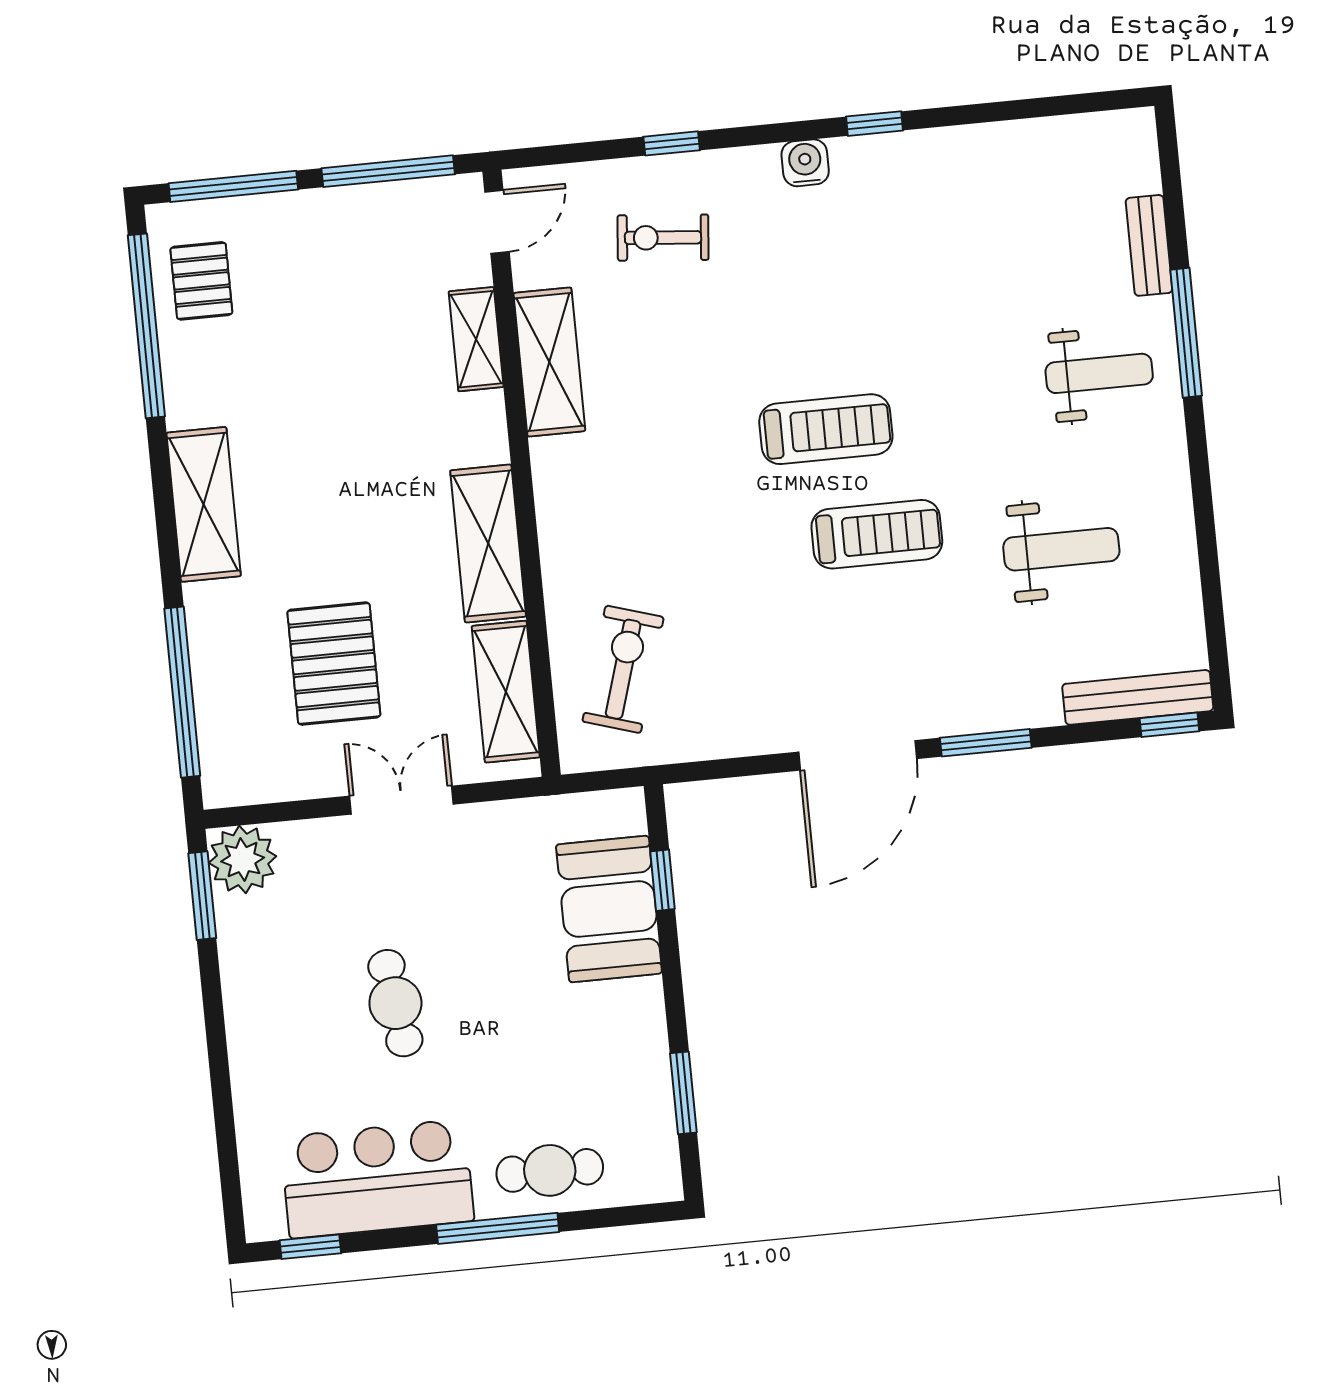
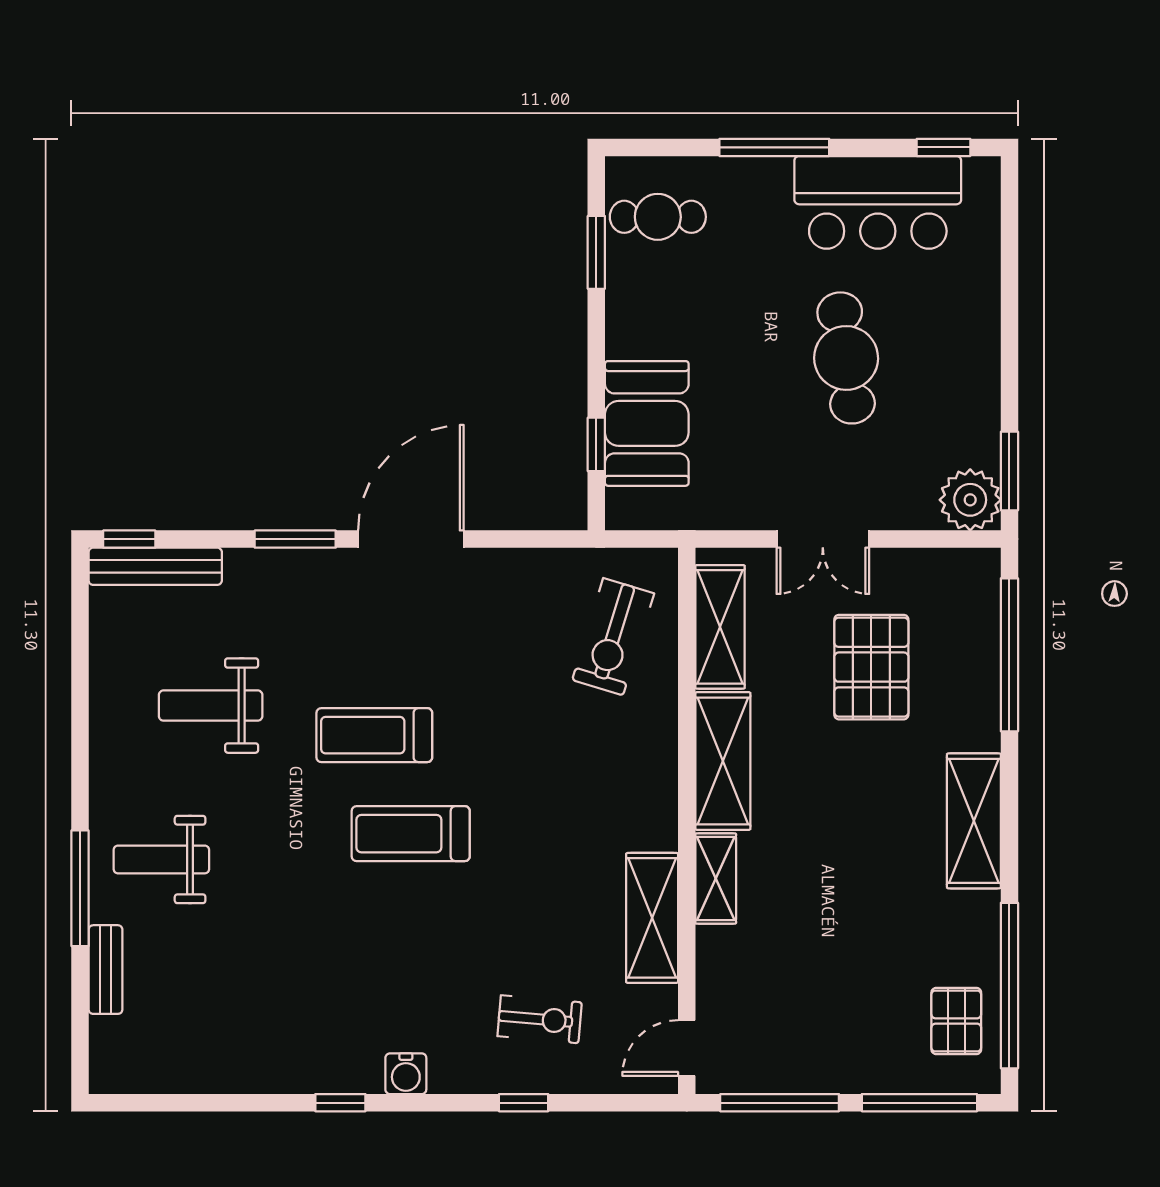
shelving: (476, 339) -> (716, 879), moved
cafe table: (395, 1003) -> (846, 358), width x1.37, depth x1.35
cafe table: (550, 1170) -> (658, 217), moved

